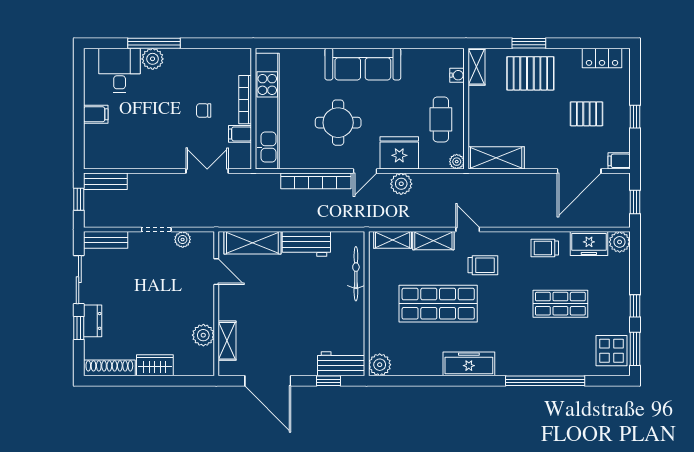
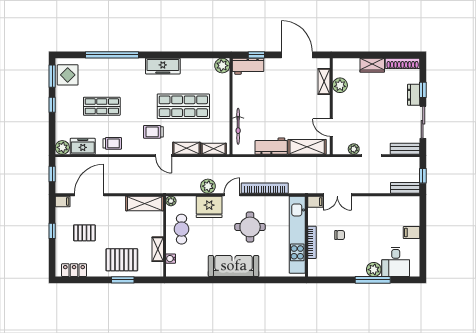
shelving: (476, 67) -> (158, 249), moved
filing cabinet: (240, 134) -> (315, 202), moved

